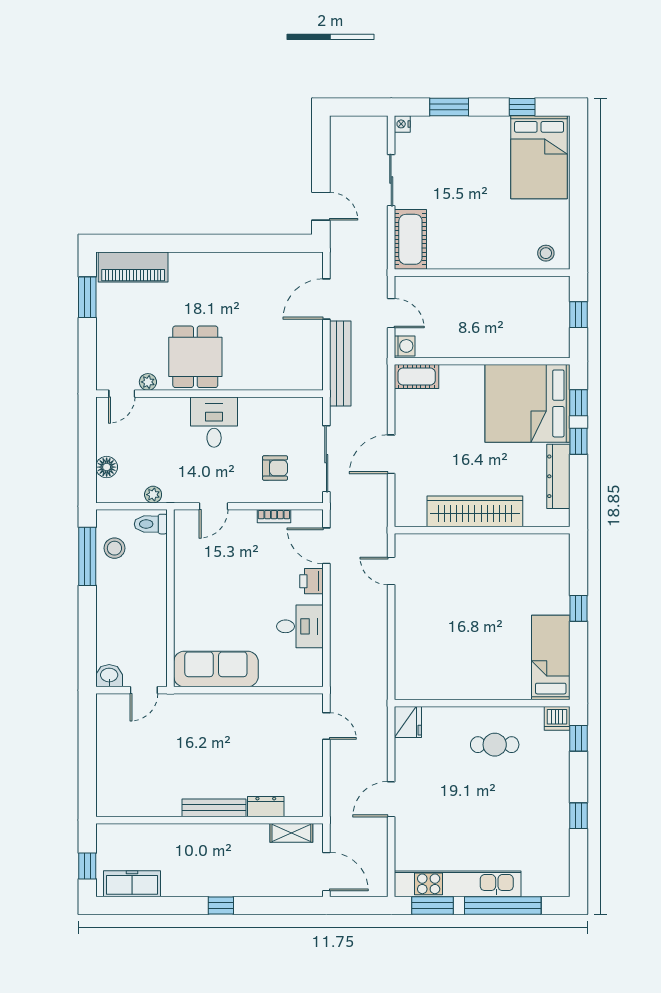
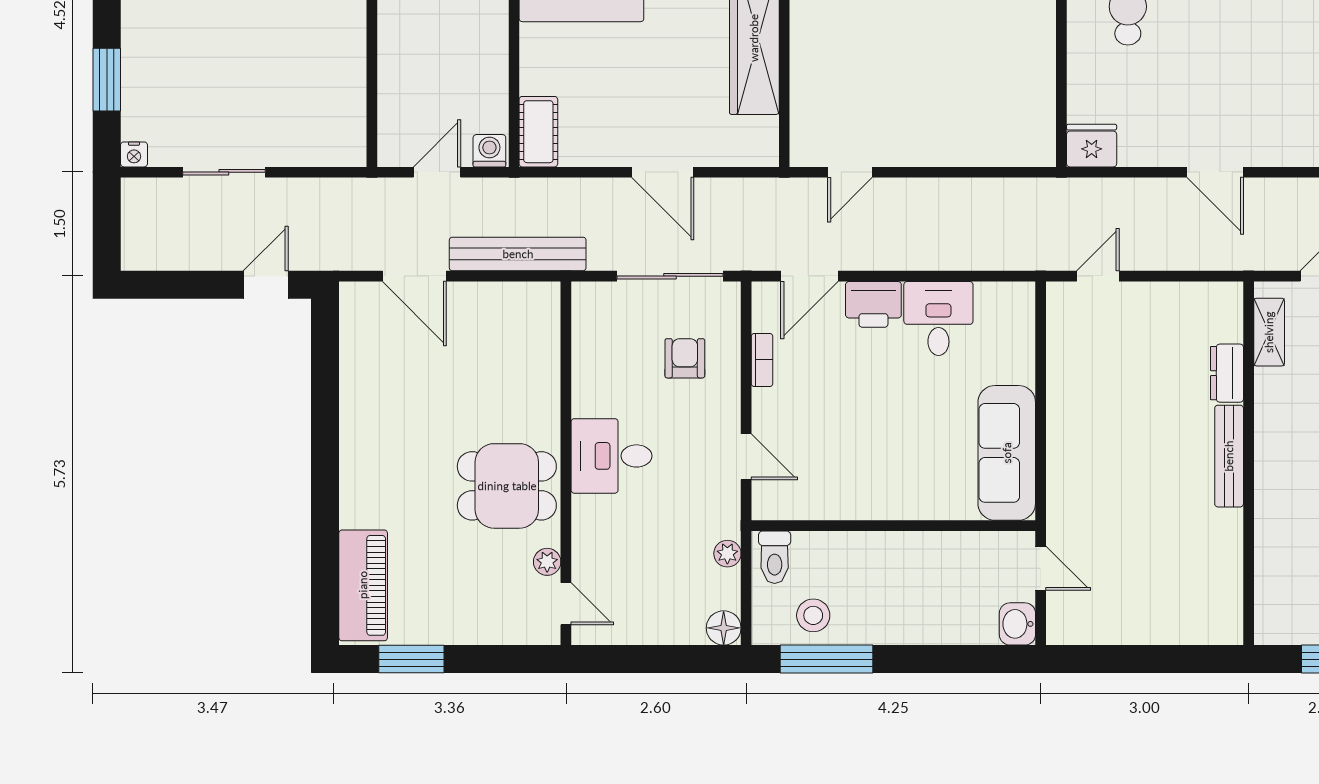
cot: (410, 239) -> (319, 142), removed
floor lamp: (107, 467) -> (724, 628), moved
printer: (312, 581) -> (873, 304), width x1.36, depth x1.24

